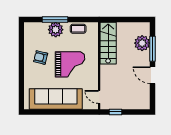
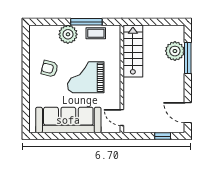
window: (55, 20) -> (86, 22), moved
grand piano: (70, 64) -> (86, 77), turned 180
door: (152, 75) -> (188, 113), moved
window: (116, 112) -> (163, 136), moved

